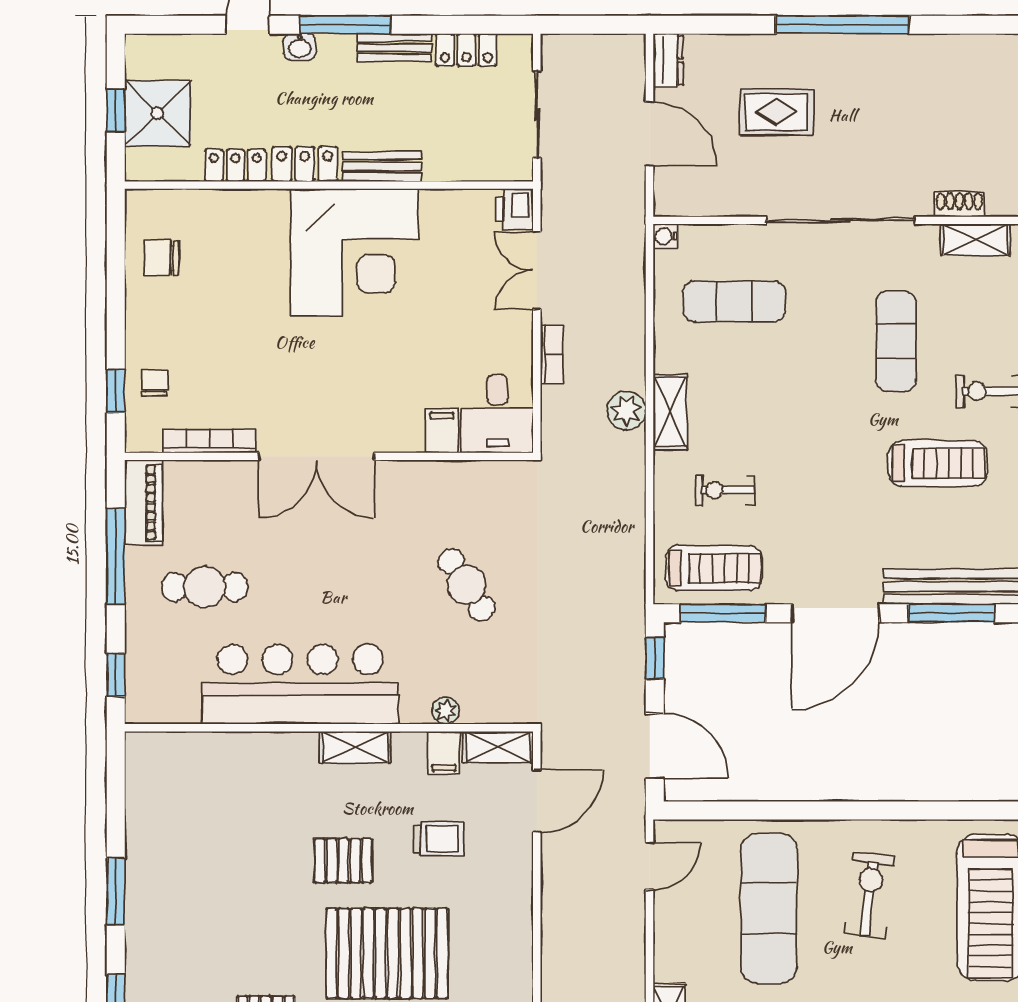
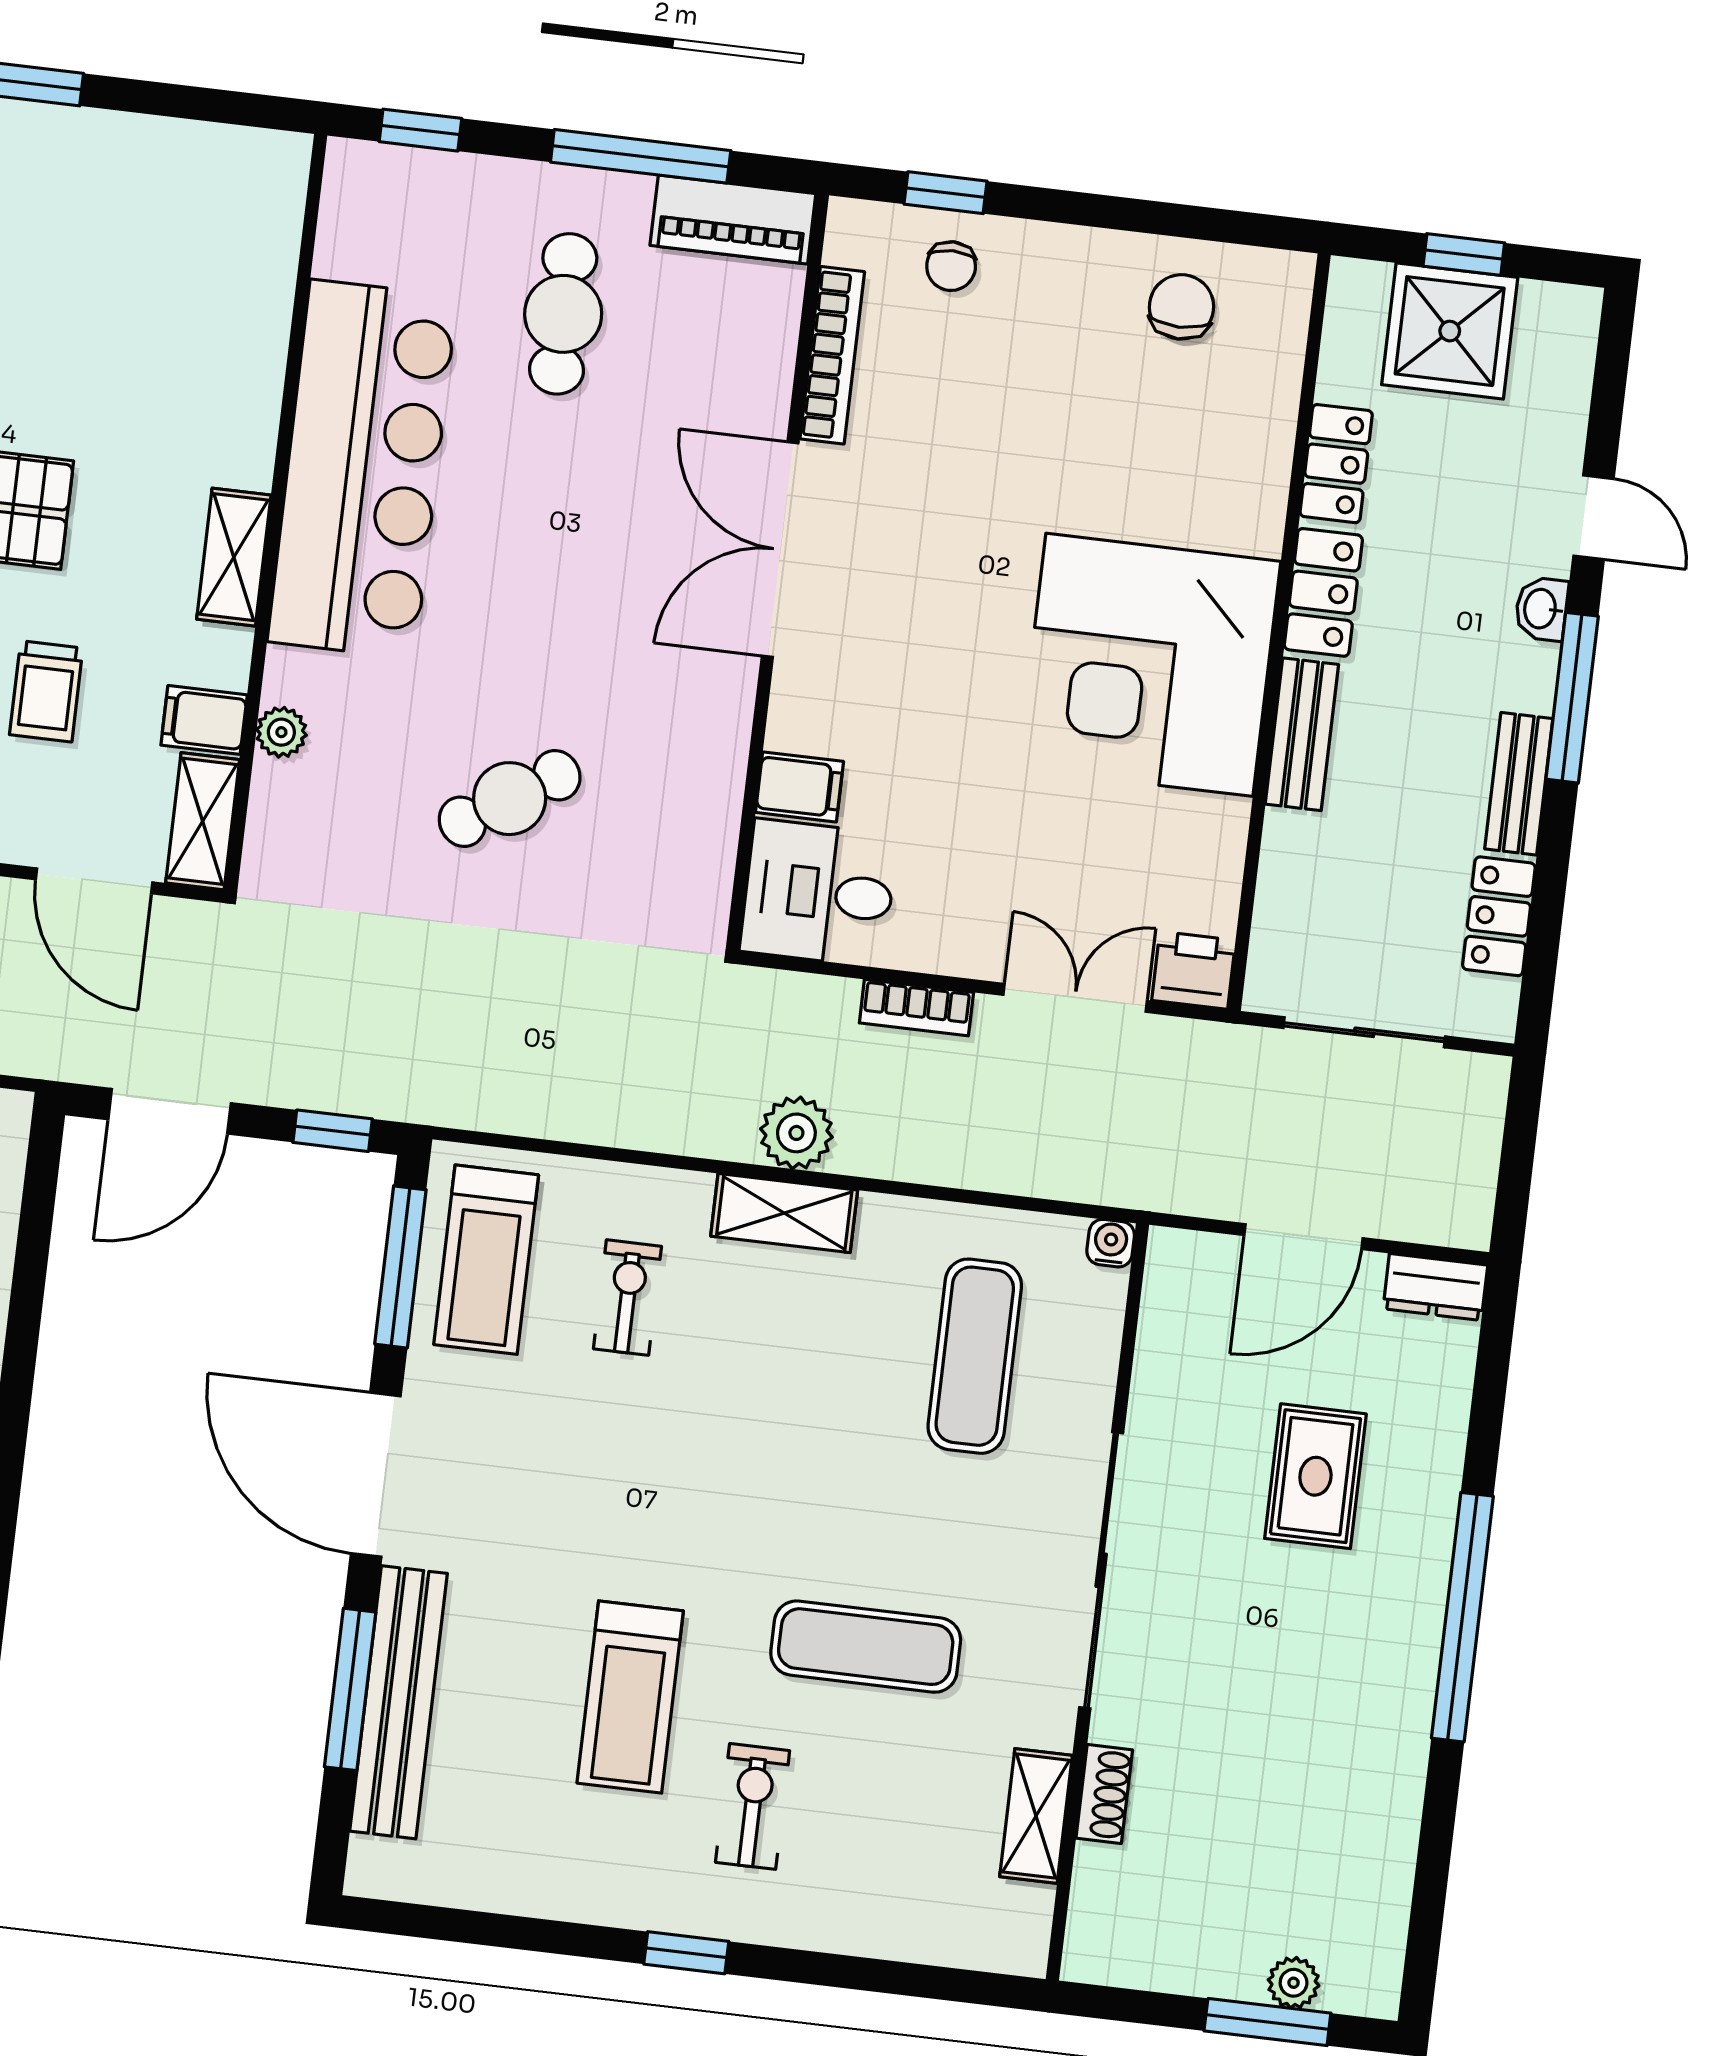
chair: (155, 383) -> (951, 266), turned 90

